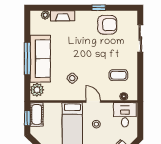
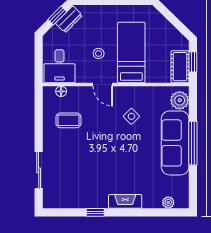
fireplace: (63, 16) -> (125, 201), moved
armchair: (107, 25) -> (84, 189), removed

